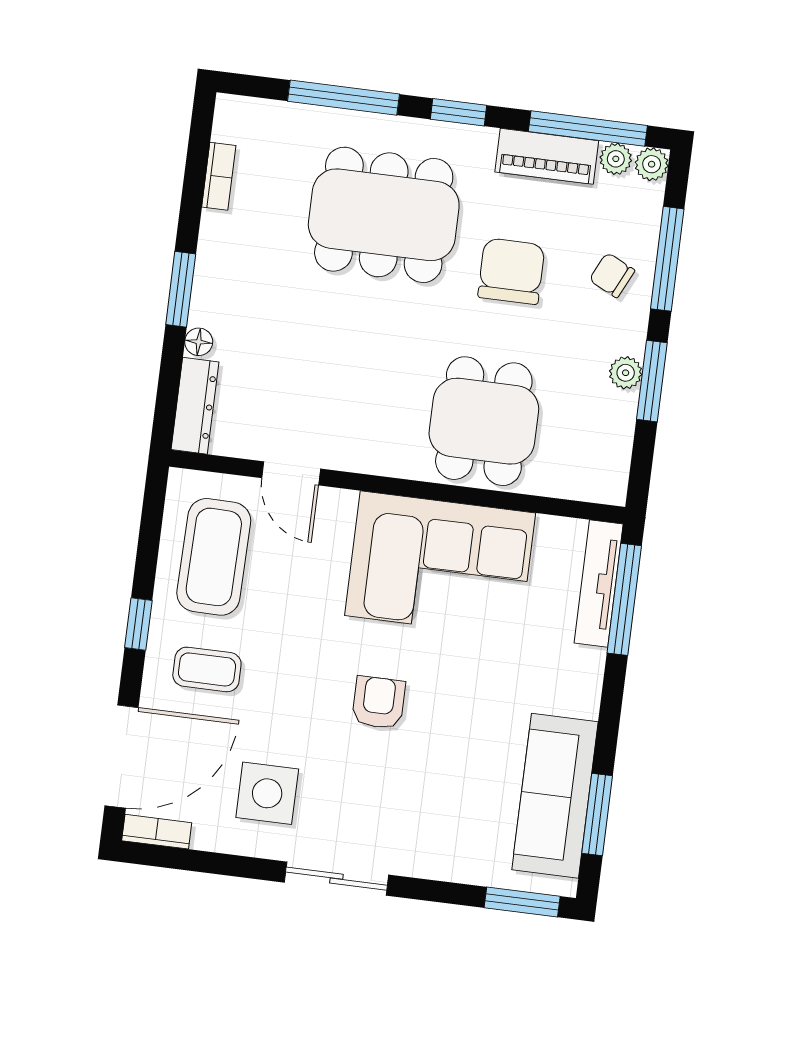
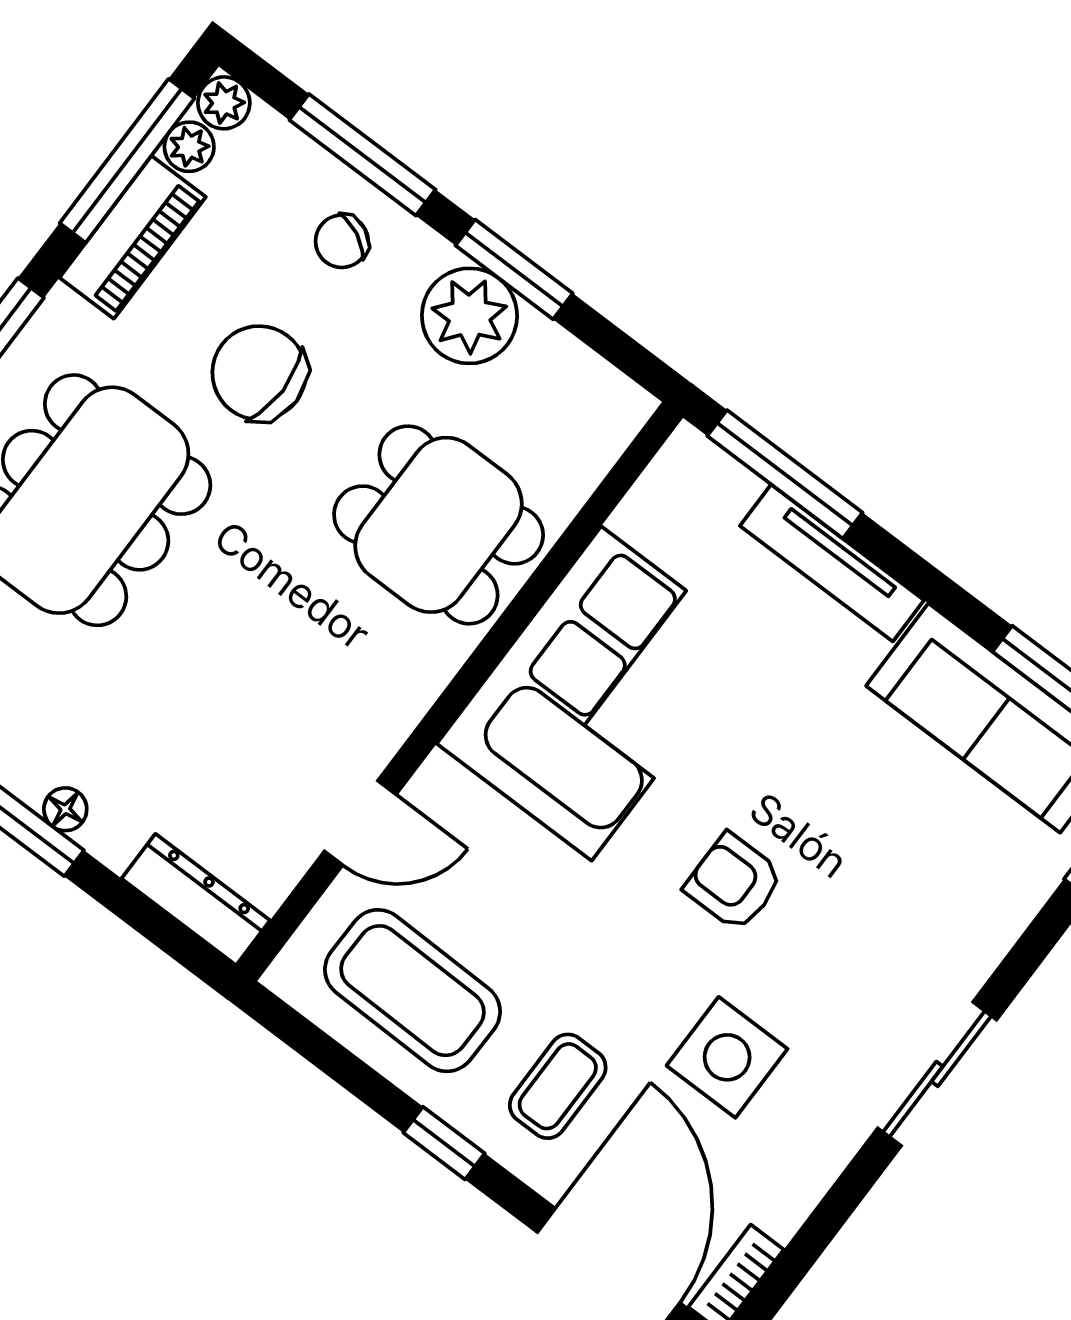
floor lamp: (199, 342) -> (65, 809), moved
plant: (626, 373) -> (469, 316), width x1.87, depth x1.87
tv unit: (599, 583) -> (832, 563), moved
side table: (267, 793) -> (727, 1057), moved

